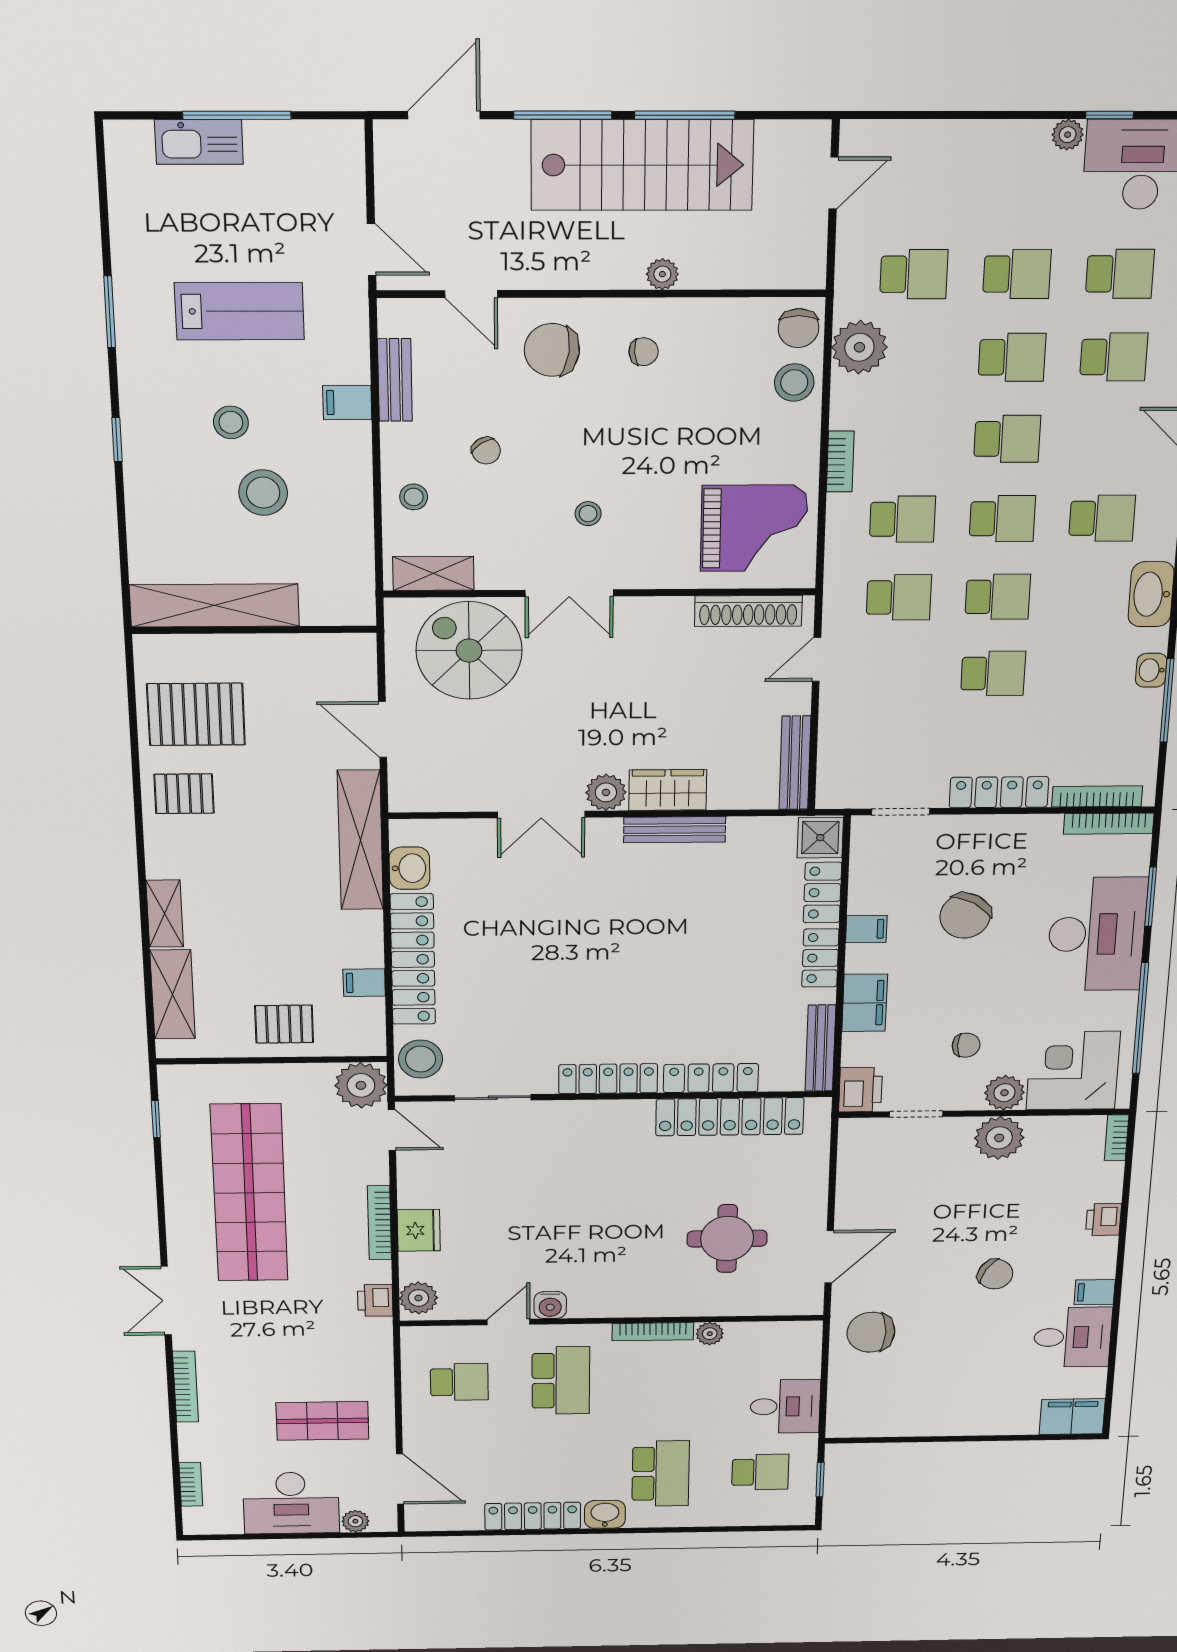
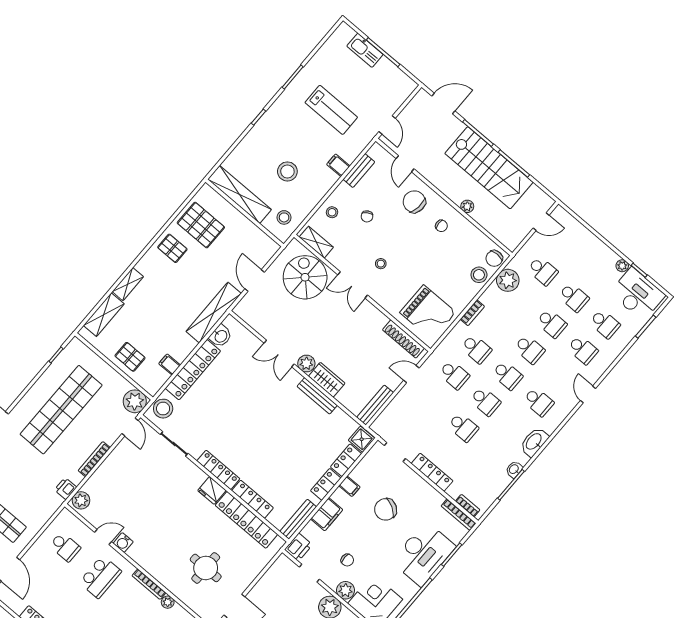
stool: (231, 422) -> (284, 217), moved
bookcase: (1097, 796) -> (468, 506), width x0.64
fridge: (419, 1230) -> (212, 490), moved, turned 90

